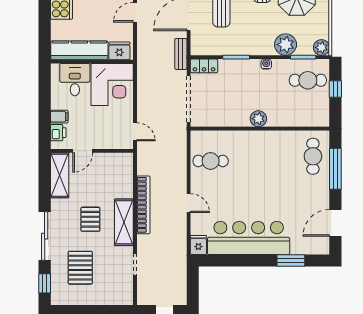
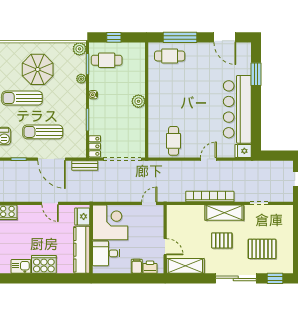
plant: (286, 45) -> (81, 79), width x0.53, depth x0.53
cafe table: (308, 80) -> (107, 60), turned 90

